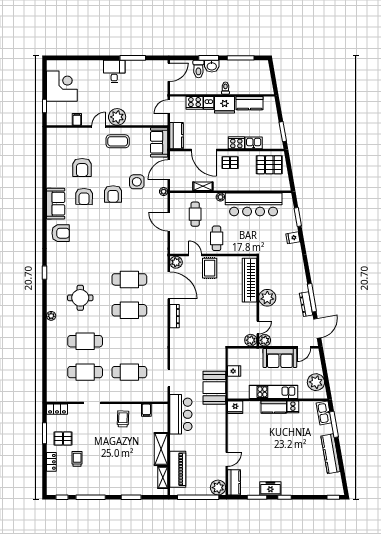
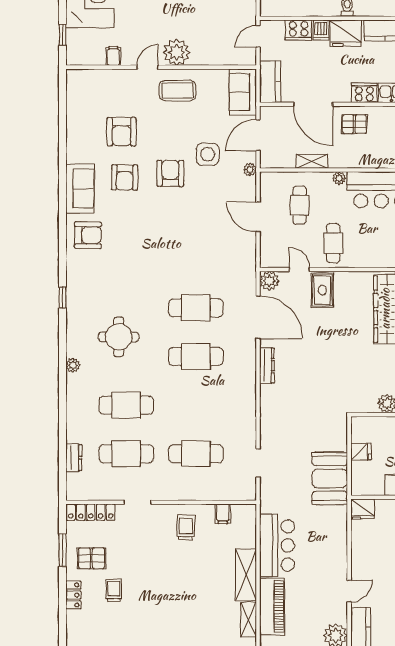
armchair: (113, 194) -> (170, 173), turned 180
dresser: (52, 375) -> (74, 458), added
locker: (57, 409) -> (91, 512), width x1.53
bar counter: (181, 414) -> (277, 545), moved

